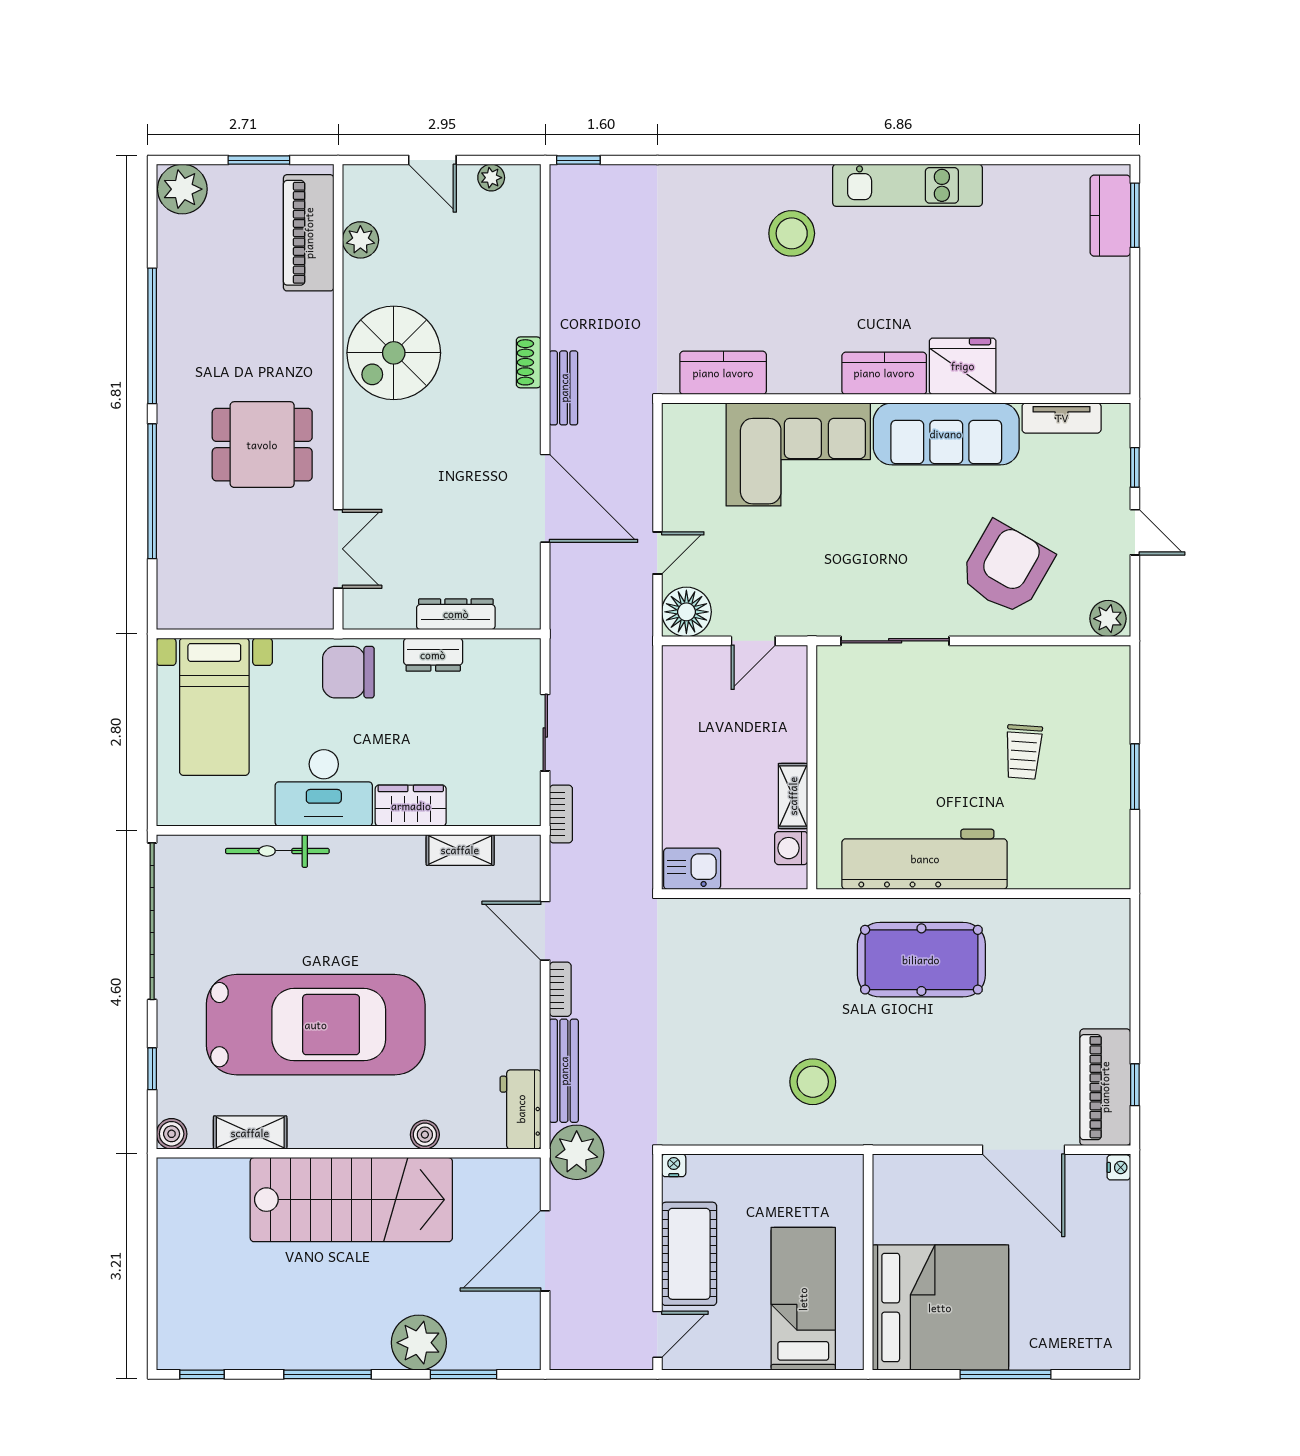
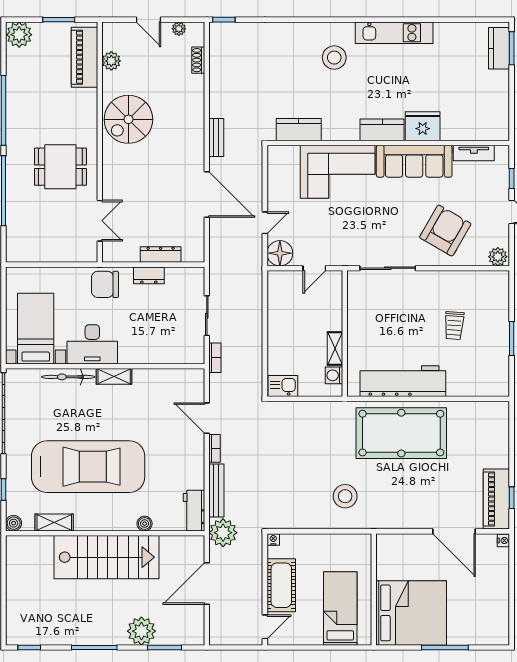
shoe rack: (529, 362) -> (198, 60), moved
bed with nightstands: (214, 707) -> (36, 329), moved, turned 180
wardrobe: (411, 806) -> (137, 353), removed
shelving: (460, 850) -> (114, 376), moved
pool table: (921, 960) -> (401, 433), width x1.36, depth x1.32

